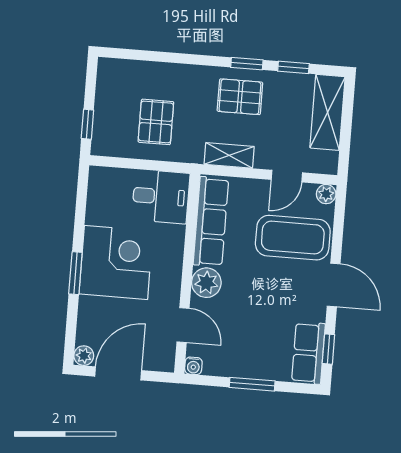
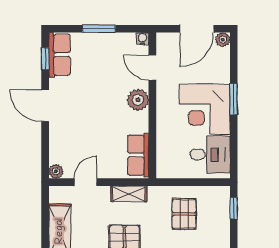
desk: (161, 197) -> (210, 155), moved, turned 180
row of seats: (211, 222) -> (138, 155), width x0.68
coffee table: (293, 238) -> (78, 138), removed

